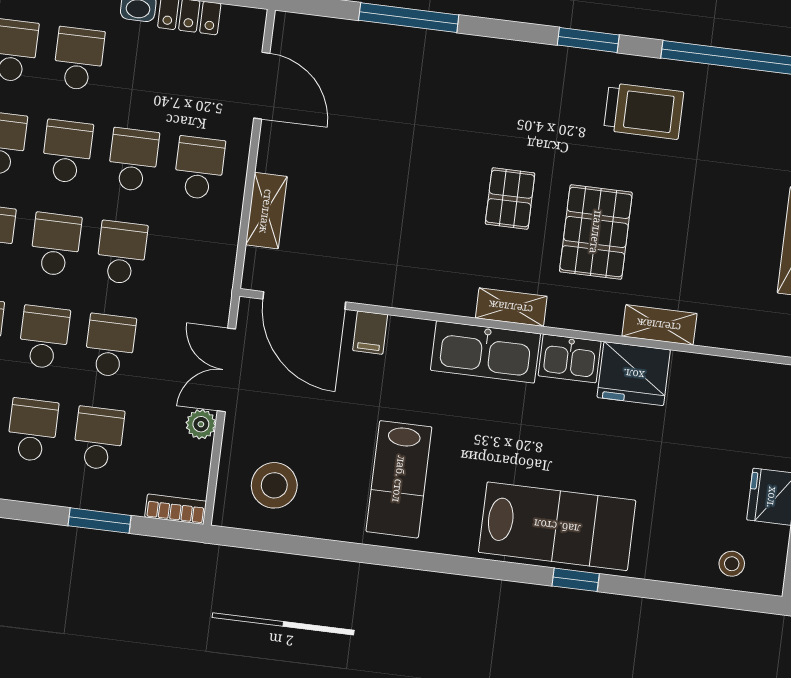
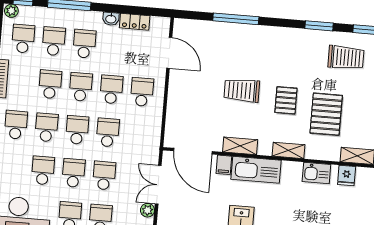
trolley: (415, 173) -> (242, 90), added
shelving: (266, 211) -> (240, 146), moved, turned 90
kitchen sink: (485, 352) -> (256, 170), moved
fridge: (634, 374) -> (347, 176), width x0.53, depth x0.75

